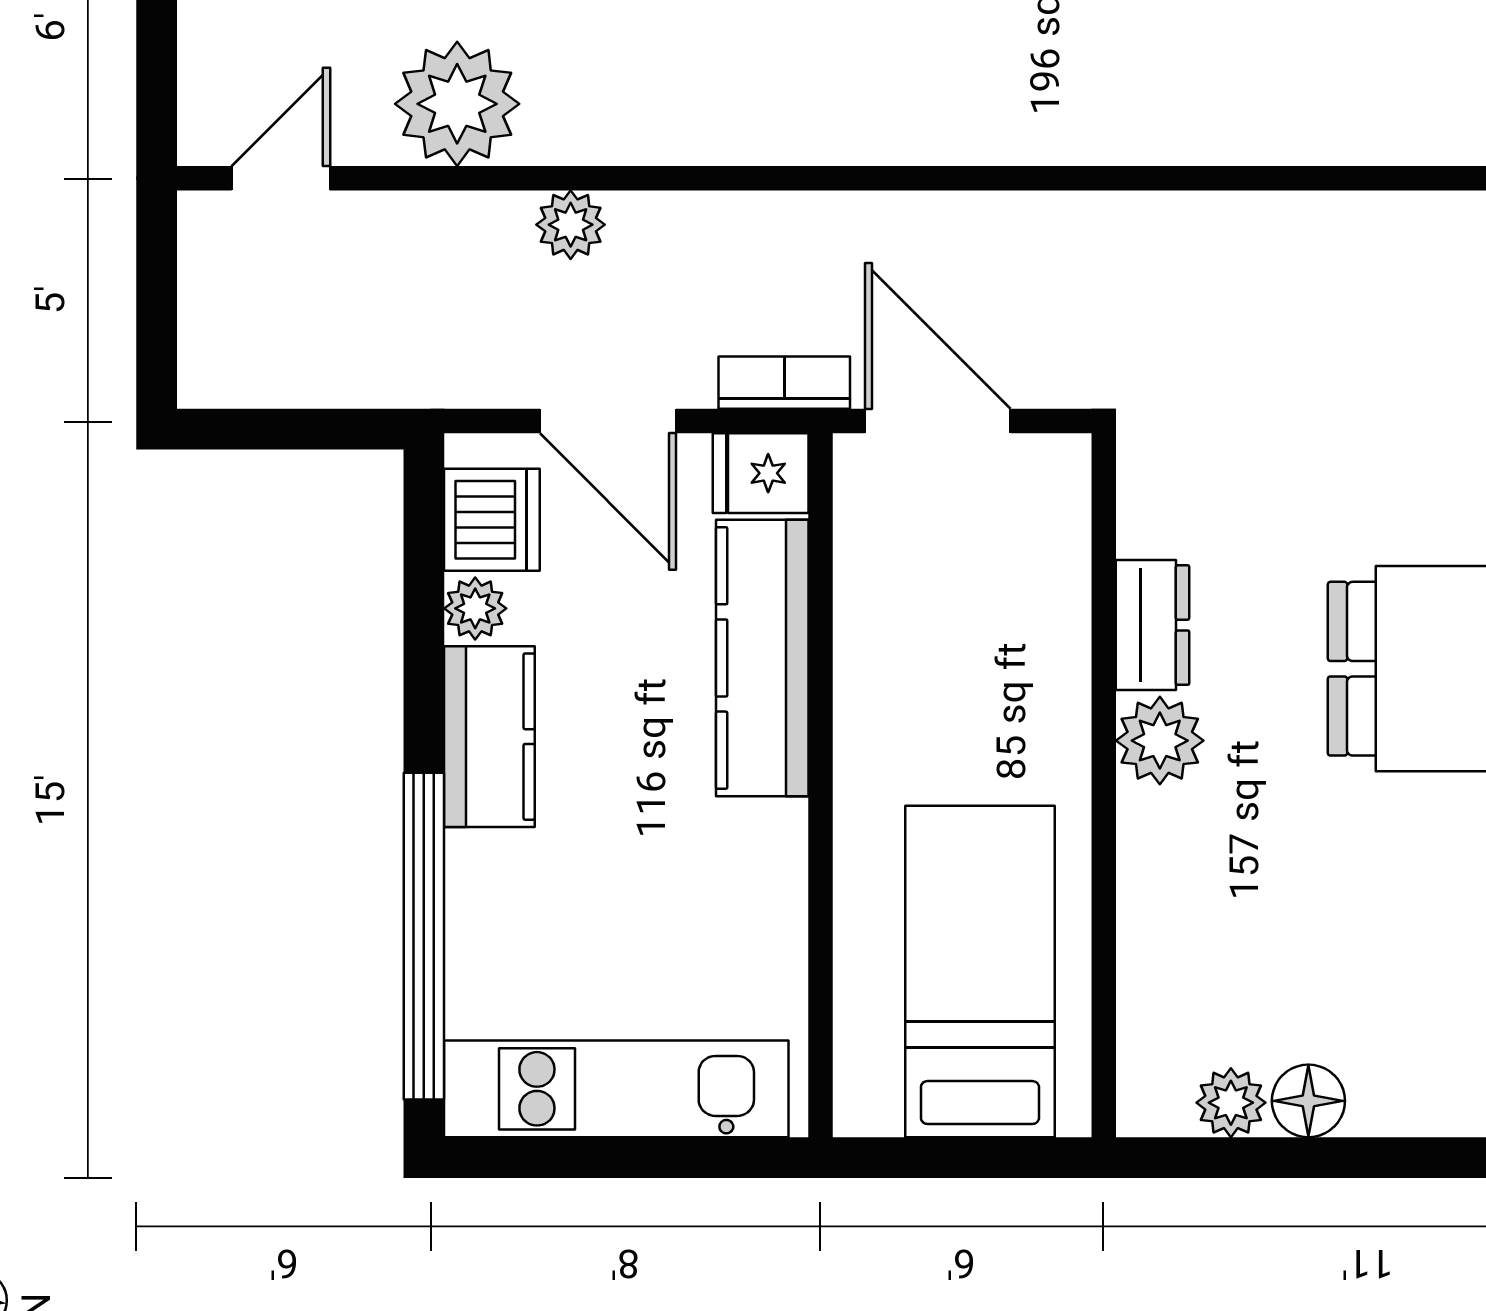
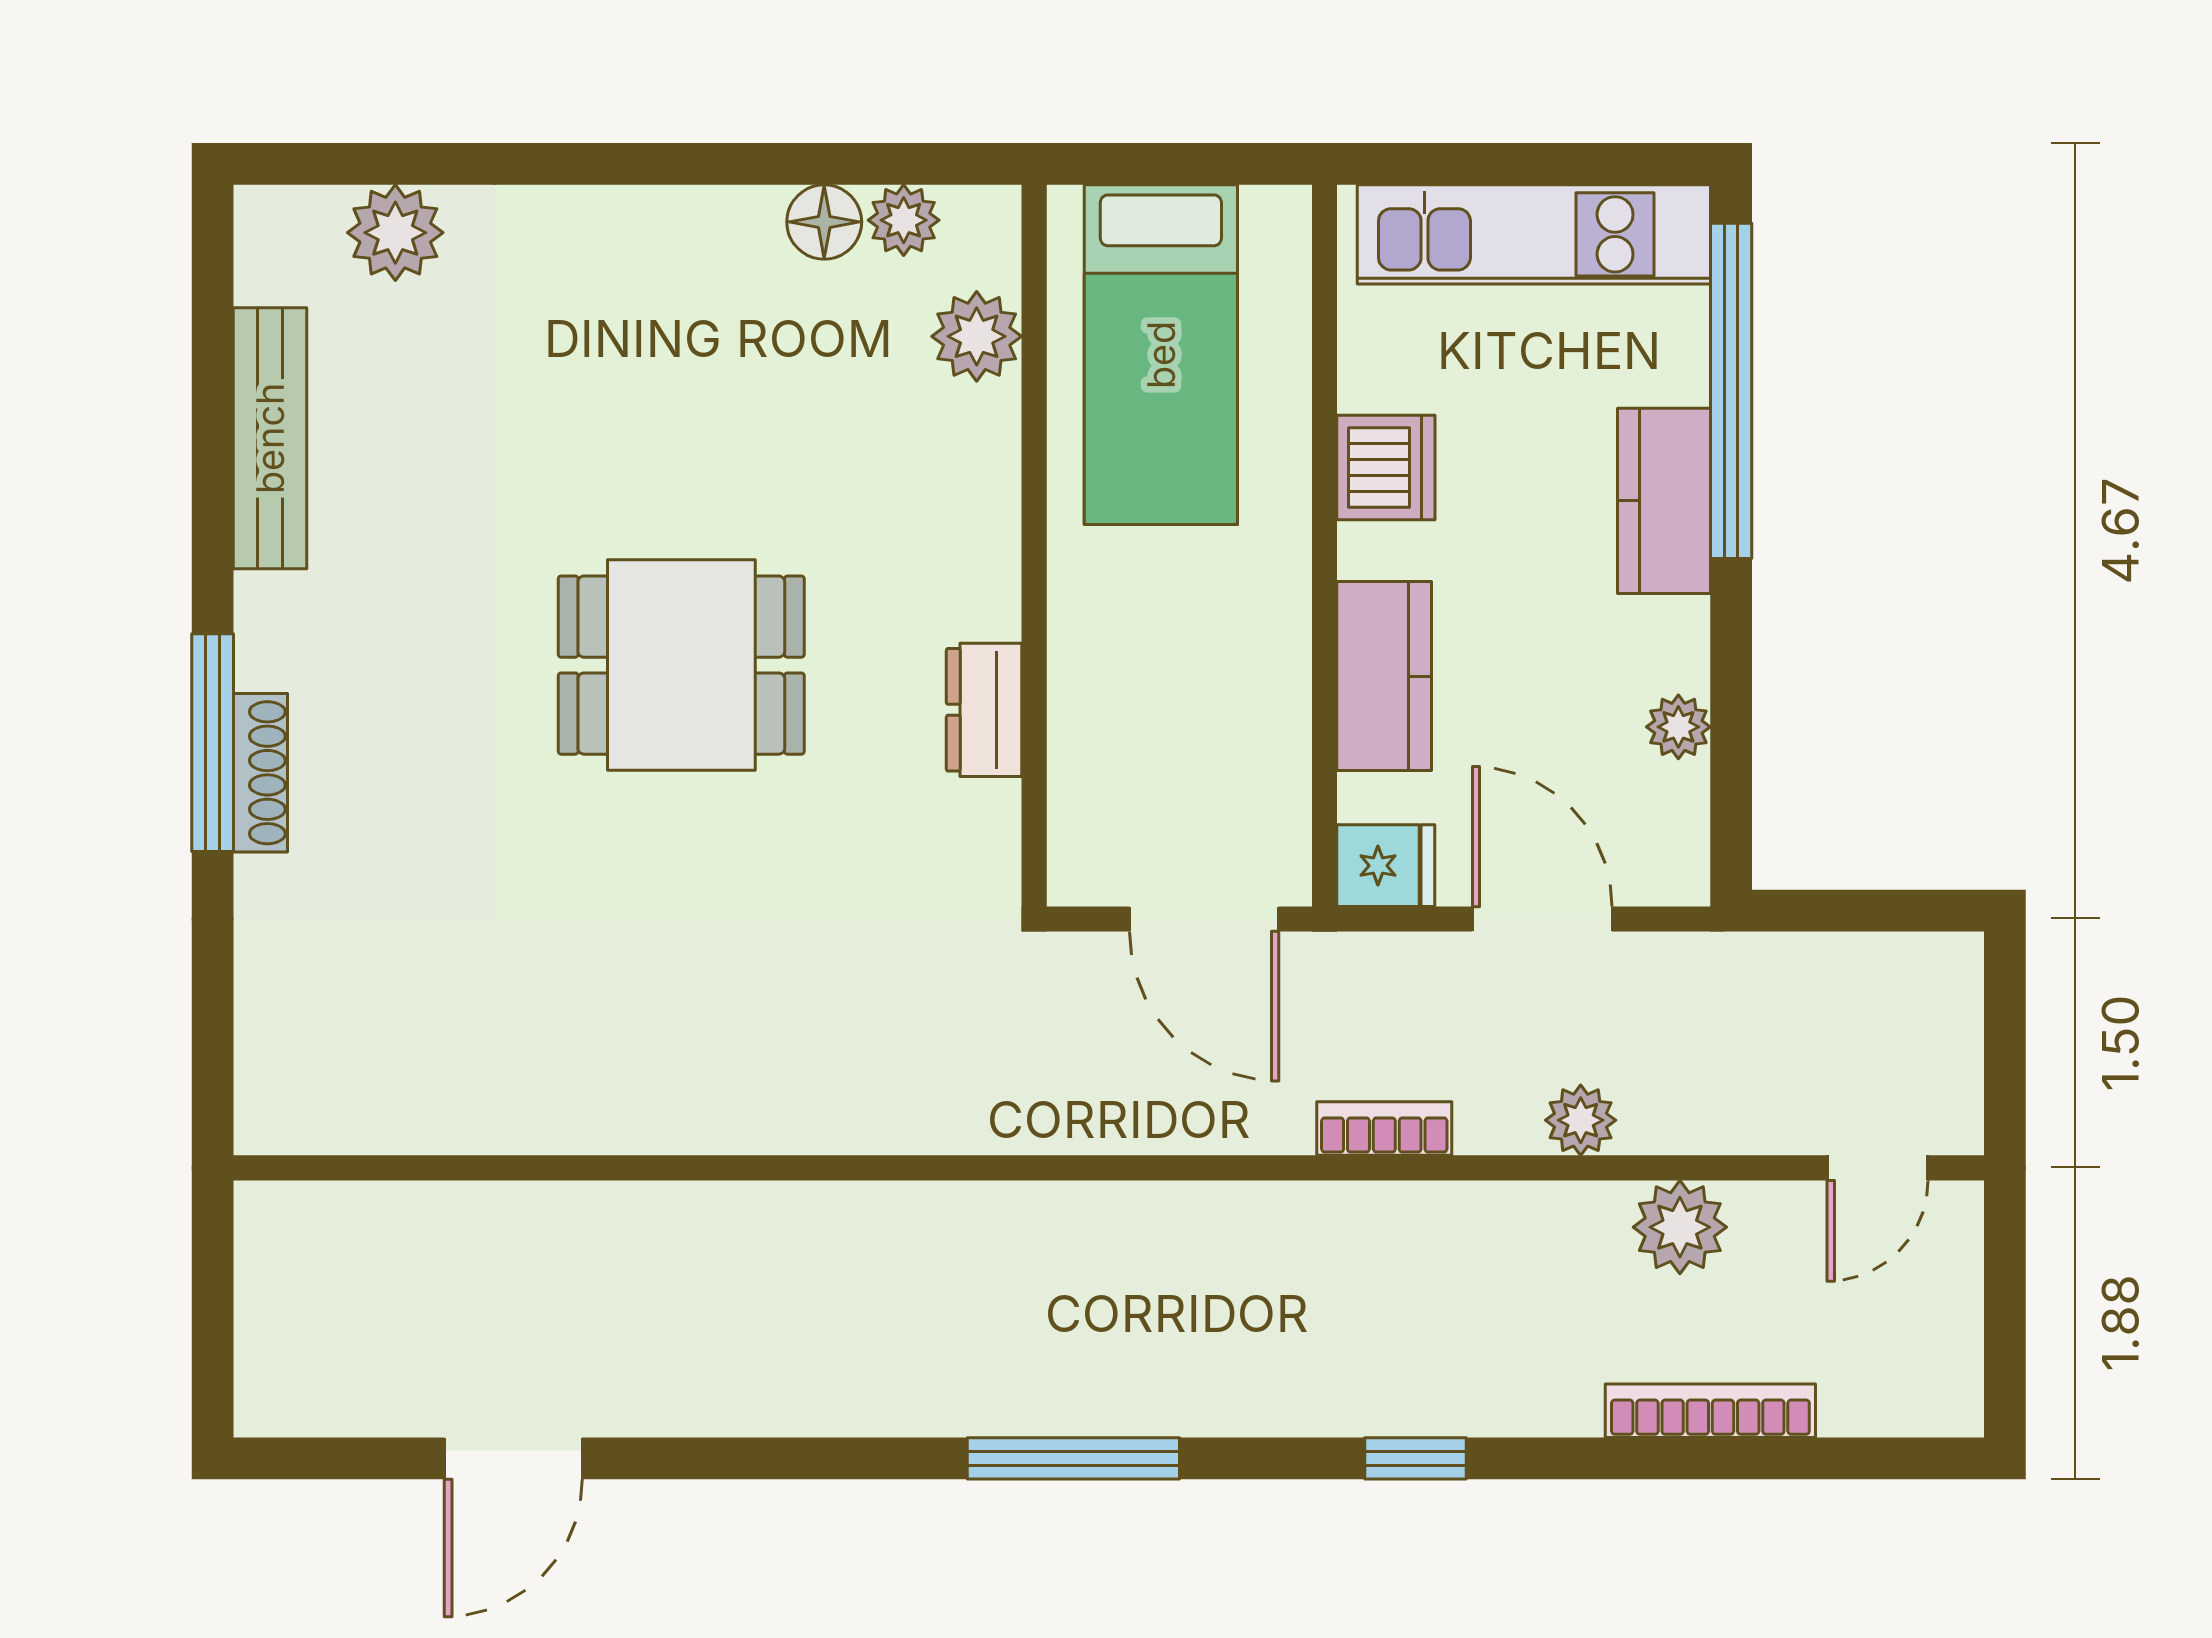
plant: (457, 104) -> (1680, 1227), width x0.73, depth x0.73
bookcase: (784, 383) -> (1384, 1129), moved, turned 180
dishwasher: (492, 520) -> (1386, 468), moved, turned 180
kitchen counter: (762, 658) -> (1384, 676), width x0.67
kitchen counter: (489, 737) -> (1664, 501), moved
plant: (1160, 741) -> (977, 336), moved

